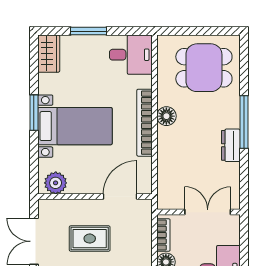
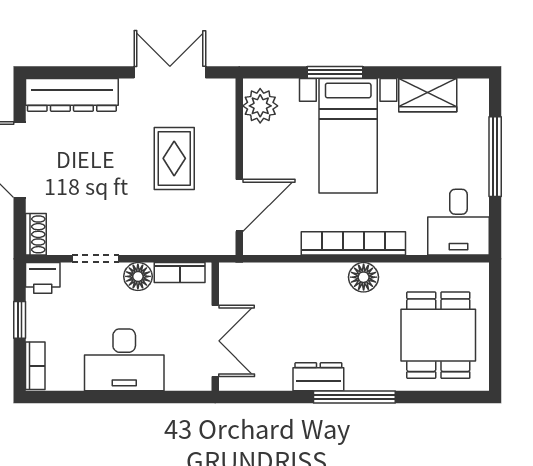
window: (88, 31) -> (495, 157), width x1.44
wardrobe: (49, 54) -> (428, 95), moved
window: (34, 113) -> (335, 72), moved
door: (120, 196) -> (239, 205), hinge flipped

